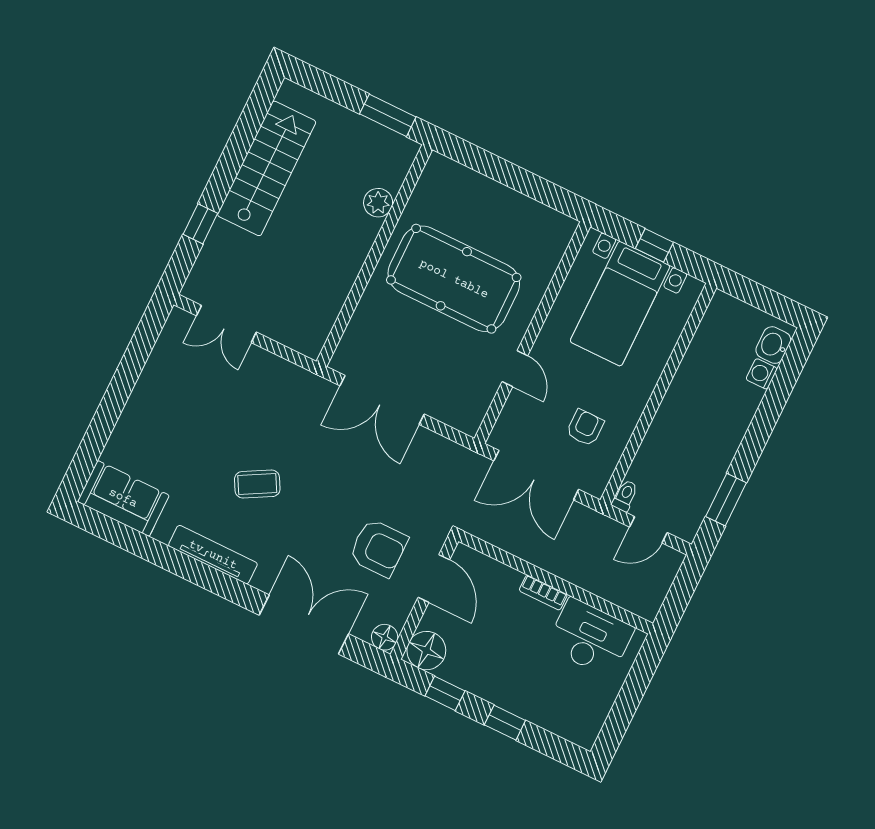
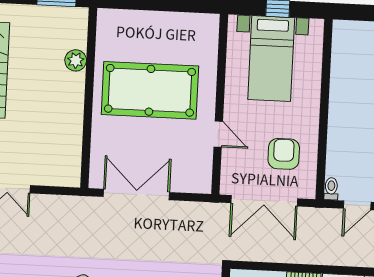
double door: (382, 400) -> (136, 194), swing flipped
armchair: (585, 428) -> (284, 154), width x1.38, depth x1.38

